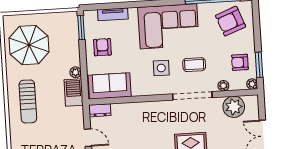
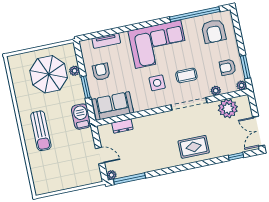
armchair: (231, 21) -> (214, 31), turned -69
window: (81, 28) -> (86, 87), moved
parasol: (29, 45) -> (49, 74), moved
plant: (76, 72) -> (74, 71), moved
dresser: (100, 110) -> (122, 126), moved

